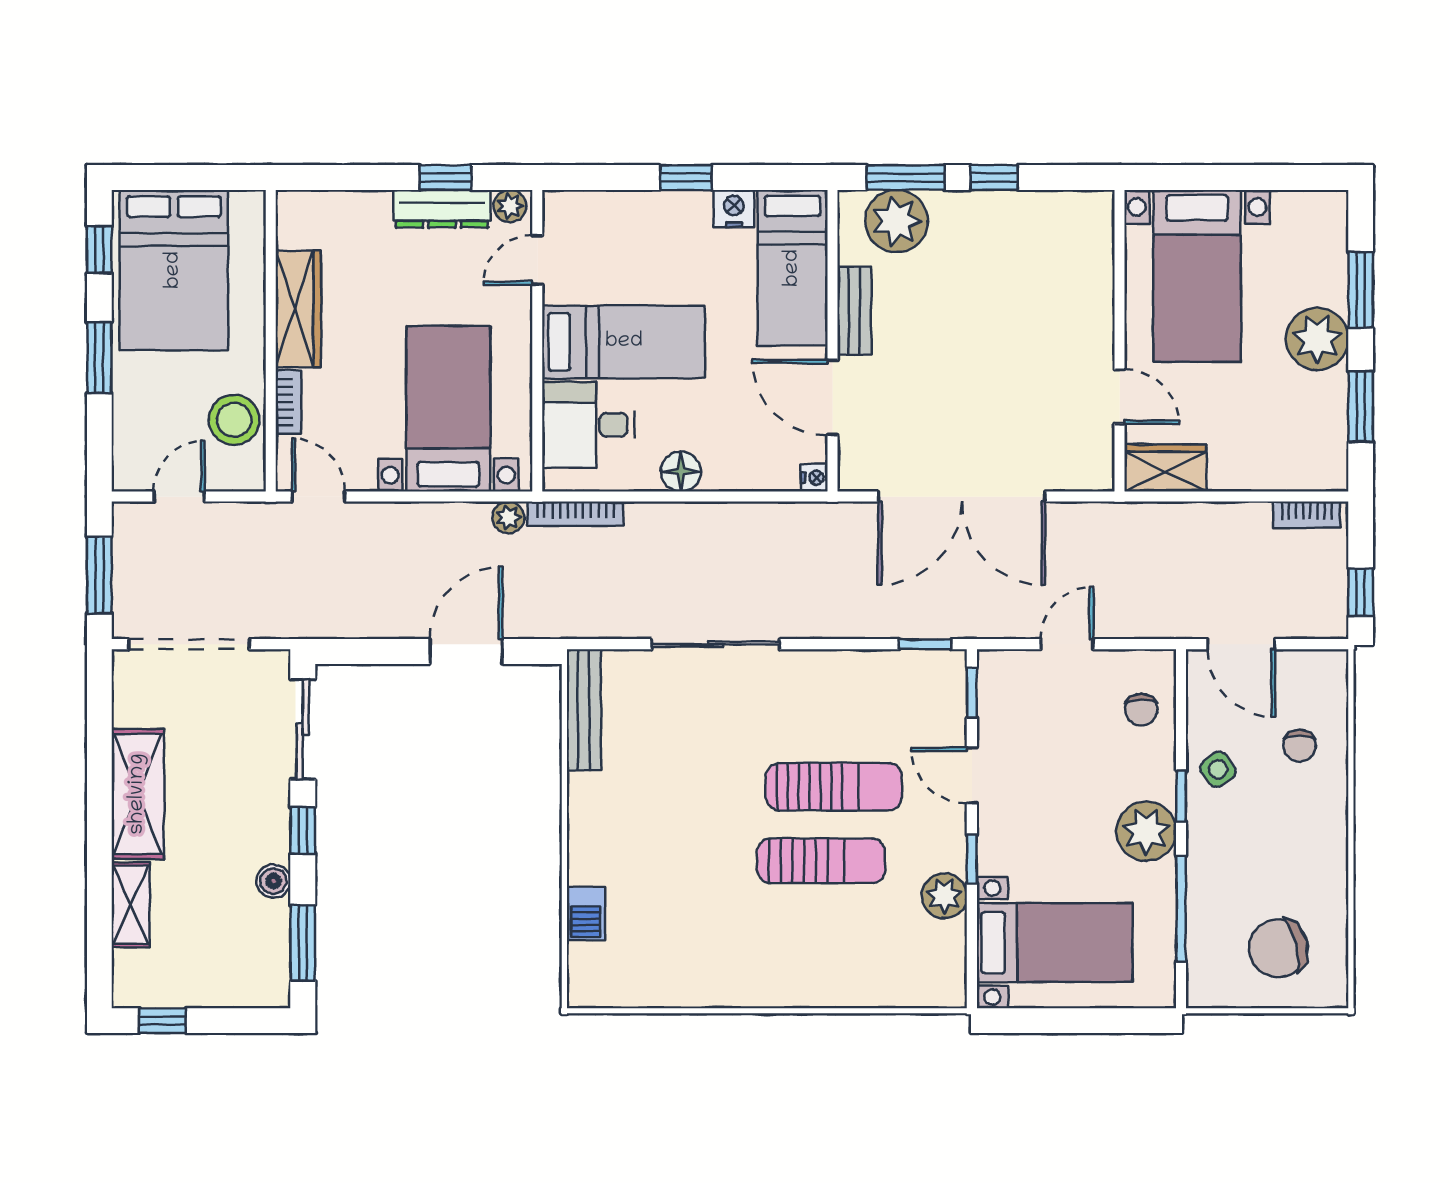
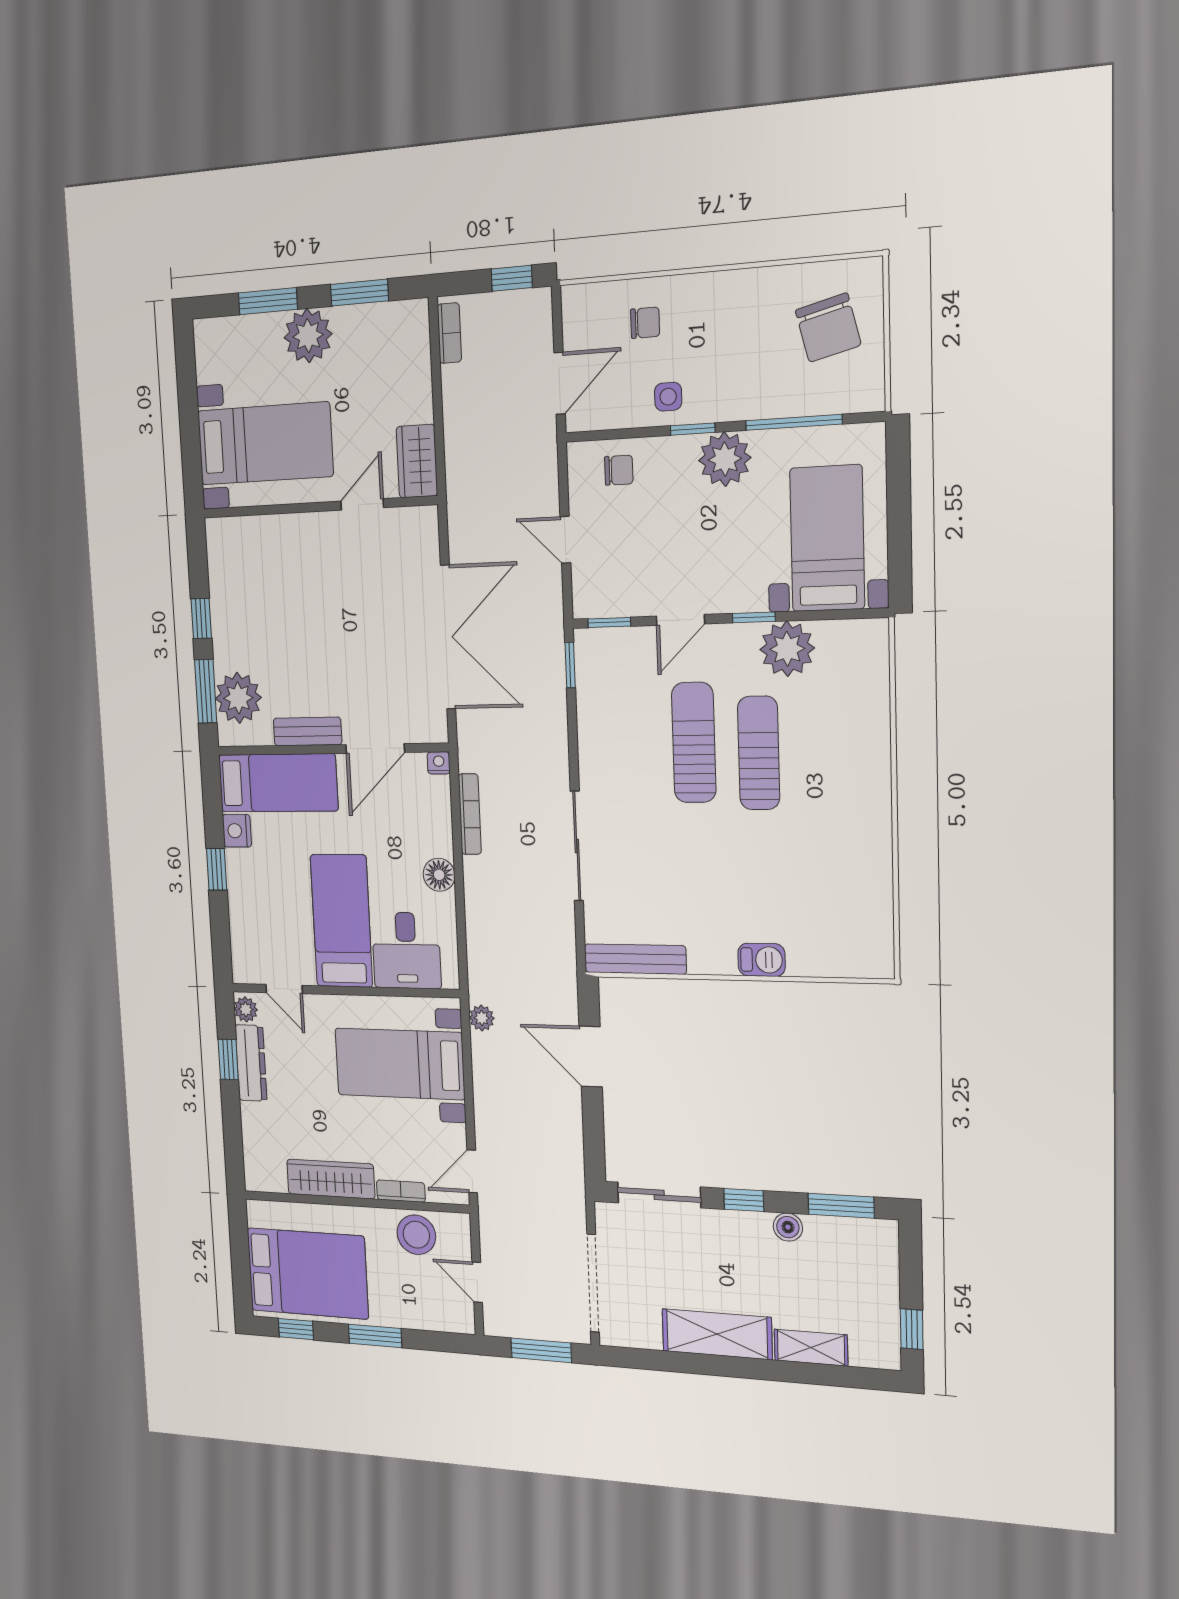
bookcase: (576, 514) -> (470, 814), moved
side table: (1218, 769) -> (668, 397), turned 37
plant: (944, 896) -> (787, 649), width x1.36, depth x1.36
barbecue: (586, 914) -> (761, 960), moved

